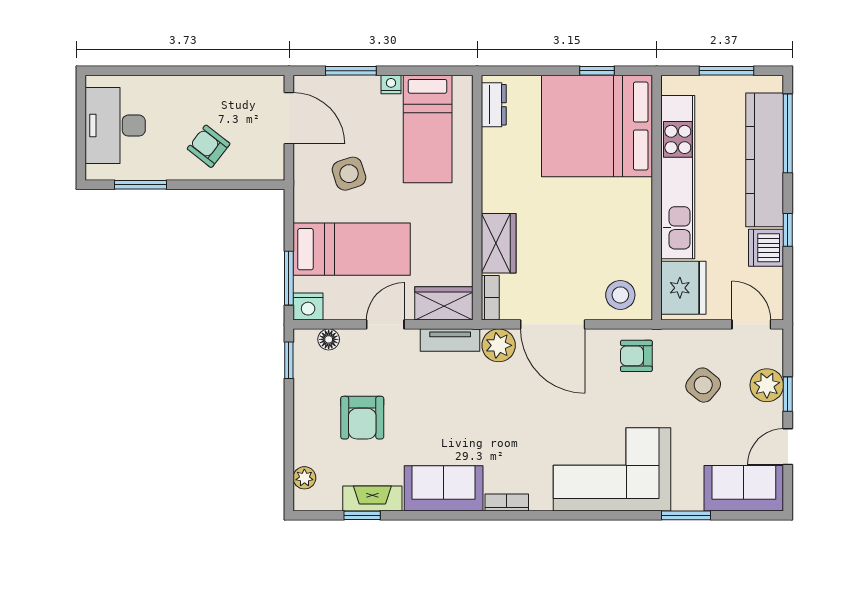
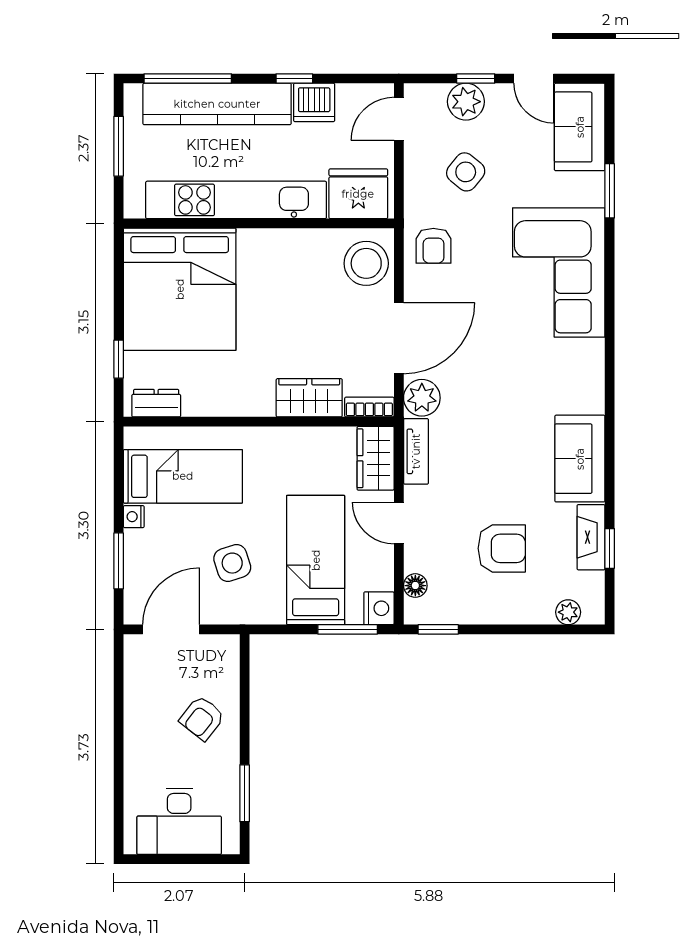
window: (597, 71) -> (119, 359), moved
stool: (620, 295) -> (366, 263), width x1.38, depth x1.38
bookcase: (507, 503) -> (595, 389), removed

